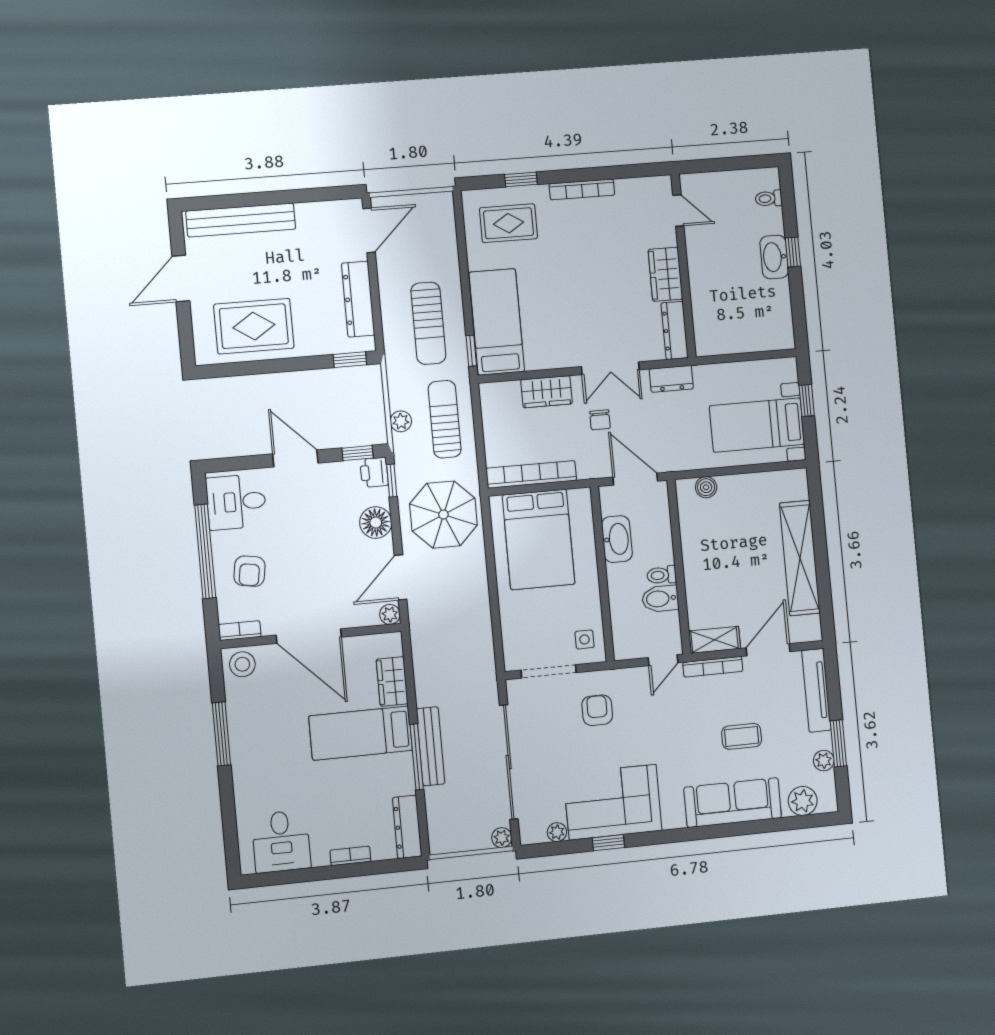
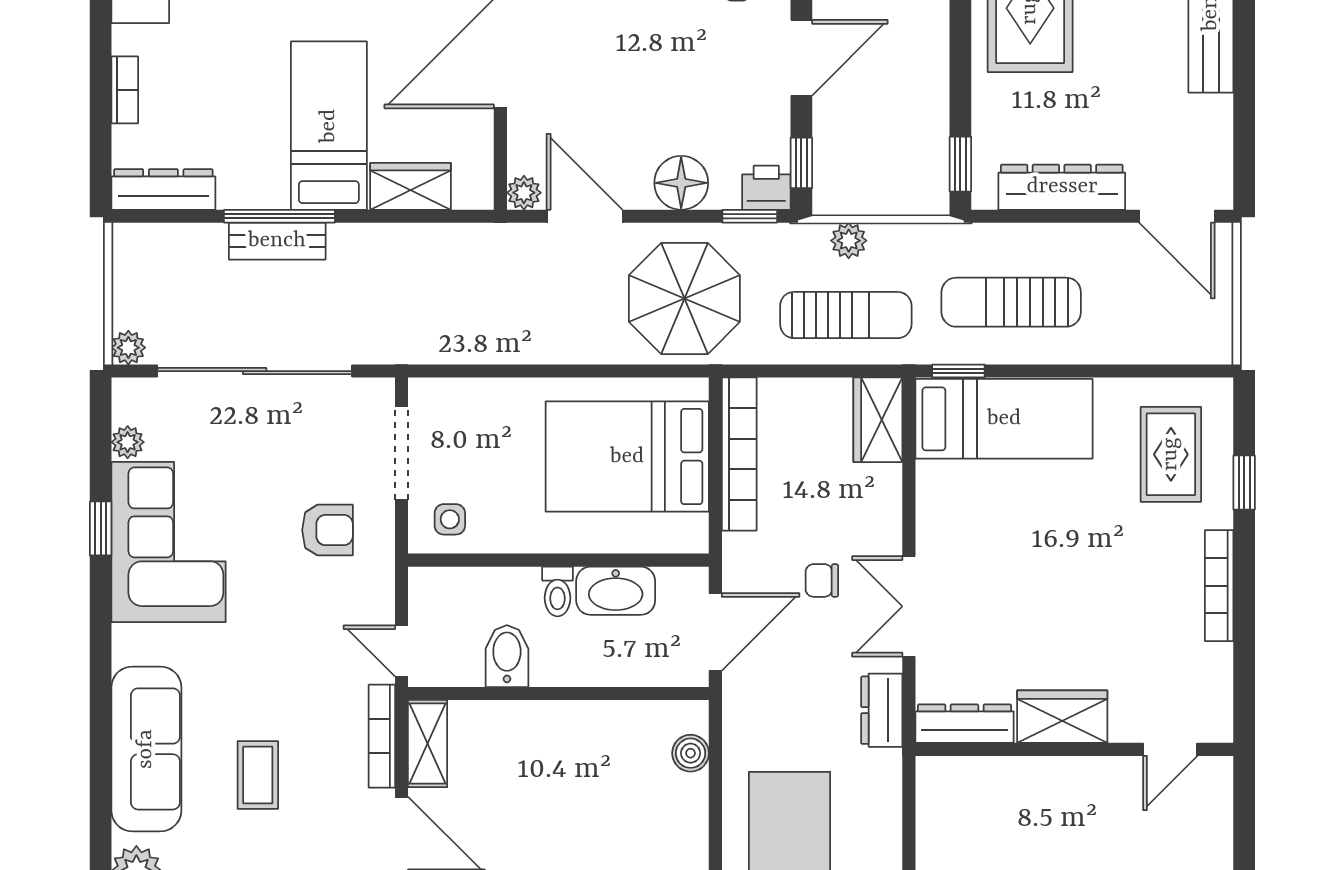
wardrobe: (547, 392) -> (878, 420), moved
toilet: (662, 575) -> (558, 591), moved, turned 180
bench: (431, 746) -> (277, 241), width x0.73

